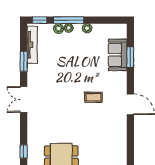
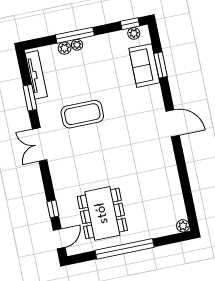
window: (40, 20) -> (130, 24), moved
plant: (87, 28) -> (134, 33), moved
coffee table: (93, 97) -> (82, 114), moved, width x1.86, depth x1.72

